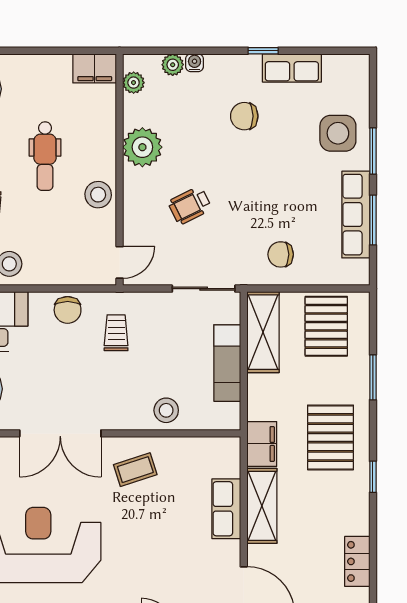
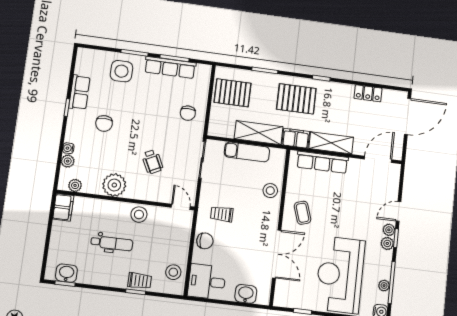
shelving: (263, 332) -> (259, 133), moved
row of seats: (226, 509) -> (322, 162), width x1.48

